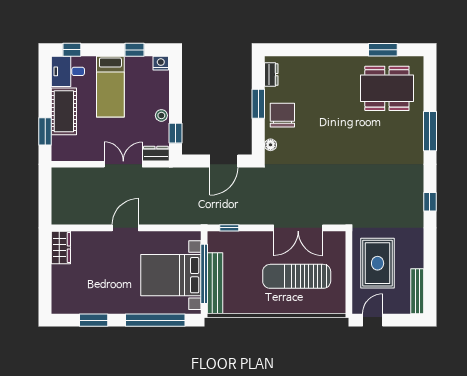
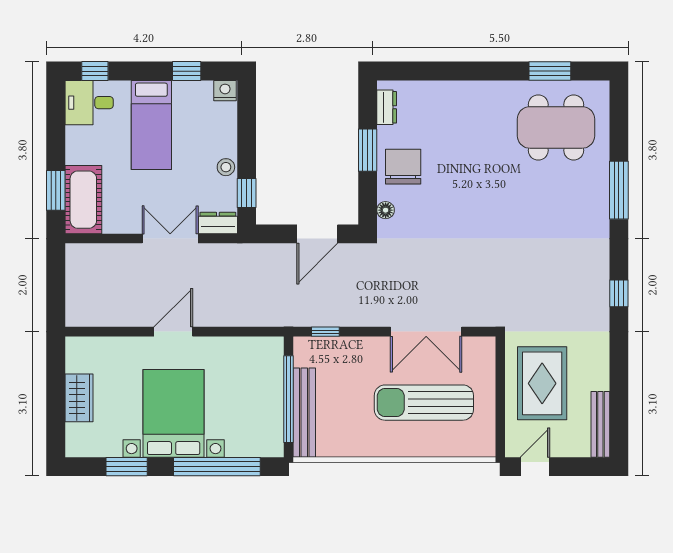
cot: (64, 111) -> (83, 200), moved
wardrobe: (61, 247) -> (79, 398), moved
bed with nightstands: (171, 275) -> (174, 413), moved, turned 90

